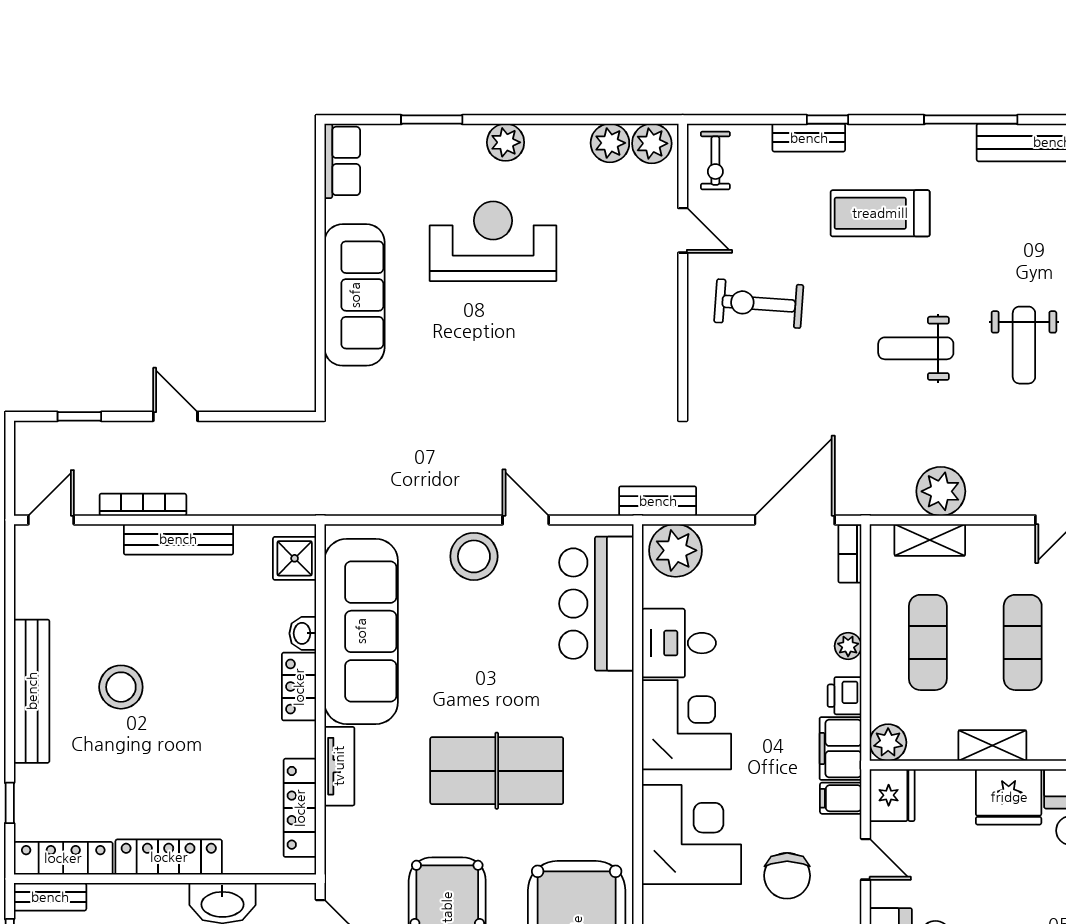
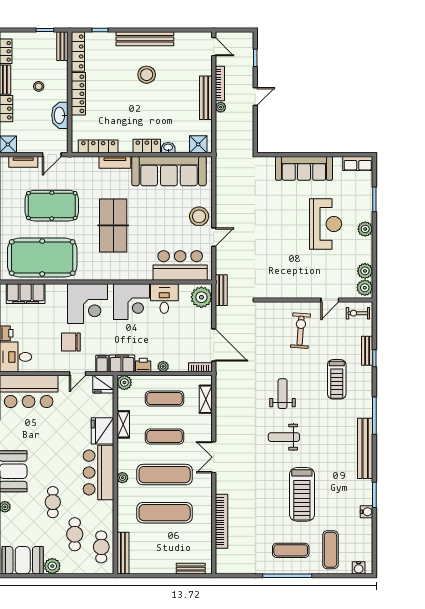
treadmill: (880, 213) -> (337, 379), turned 180
plant: (941, 491) -> (221, 107), moved, width x0.53, depth x0.53

